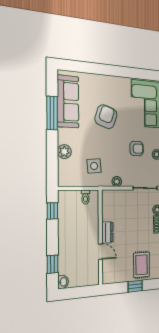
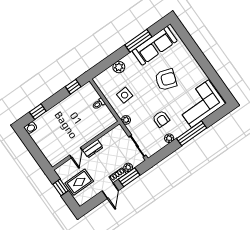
dresser: (107, 232) -> (93, 149), moved
wall: (100, 237) -> (86, 146), moved
door: (100, 252) -> (76, 153), moved

